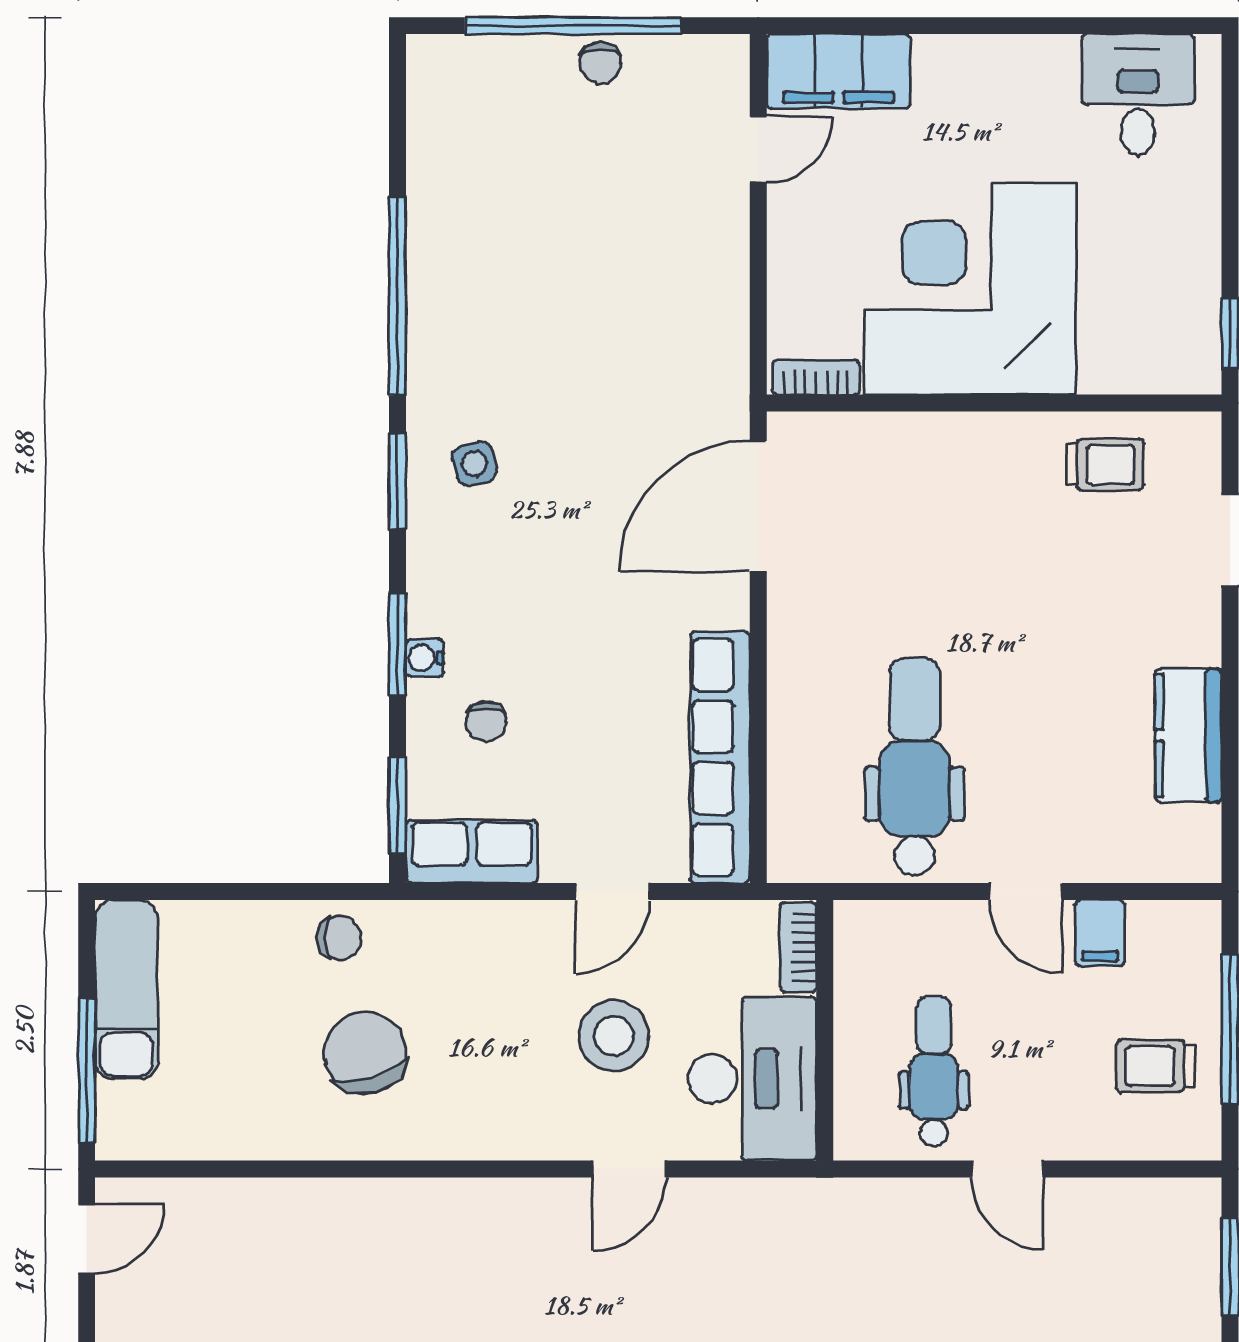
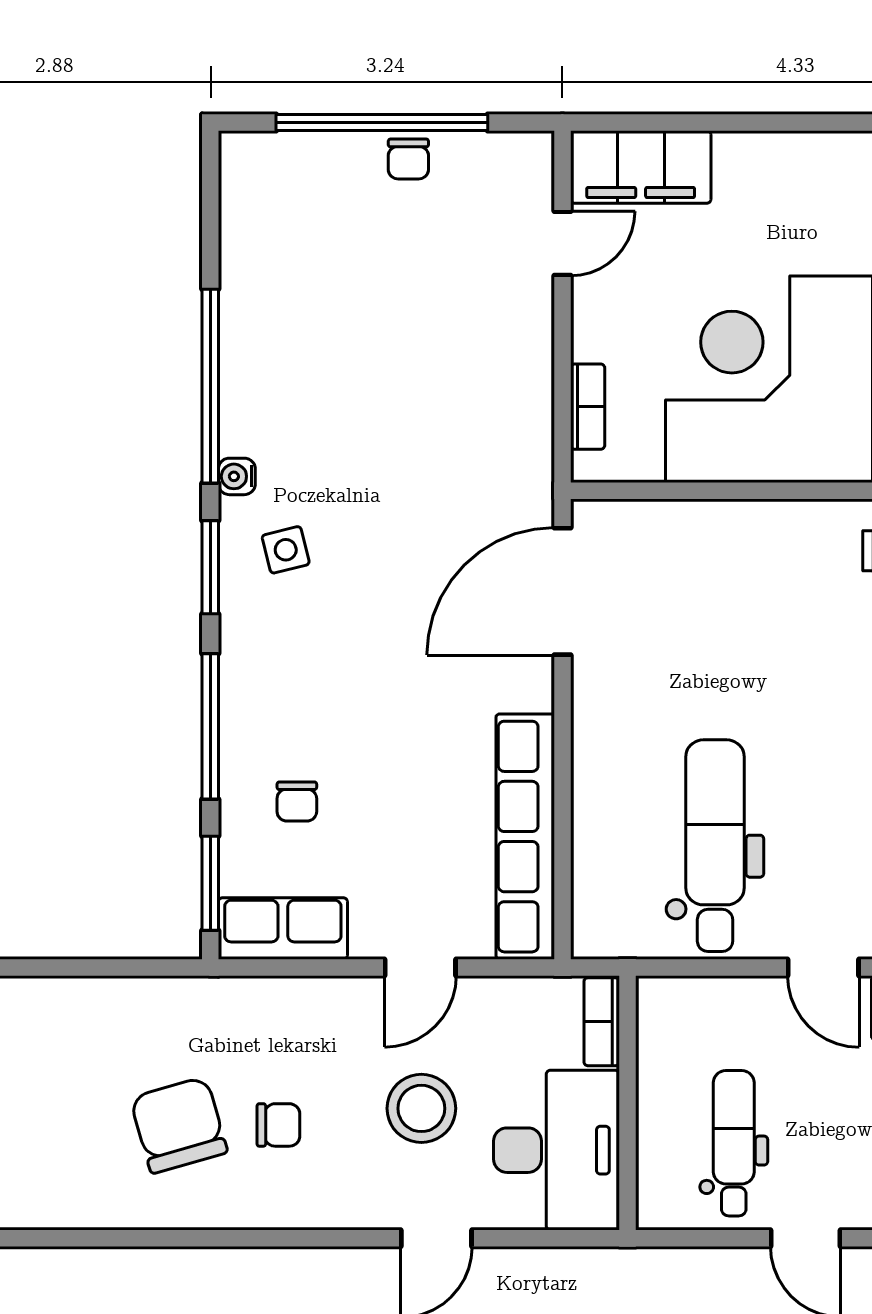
bookcase: (816, 377) -> (588, 407), moved, turned 90
window: (397, 644) -> (210, 726), width x1.44
water cooler: (425, 658) -> (237, 476), moved
chair: (339, 938) -> (278, 1125), moved

